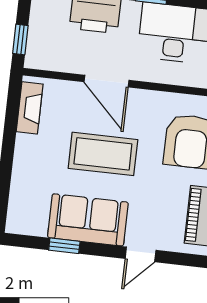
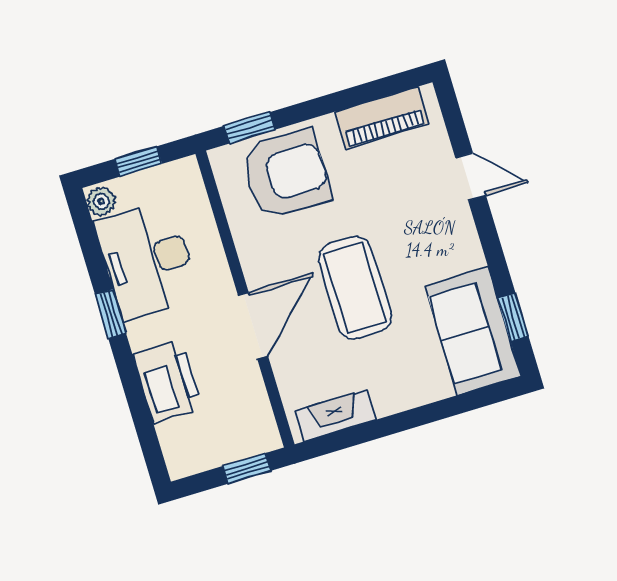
sofa: (88, 220) -> (473, 331), moved
window: (64, 246) -> (513, 317), moved

